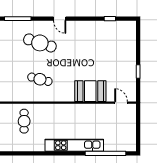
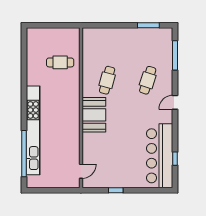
bar counter: (107, 32) -> (160, 156), added
cafe table: (40, 43) -> (148, 80), width x0.73, depth x0.74
booth: (90, 91) -> (94, 115), moved
kitchen unit: (74, 145) -> (33, 130), width x1.36

